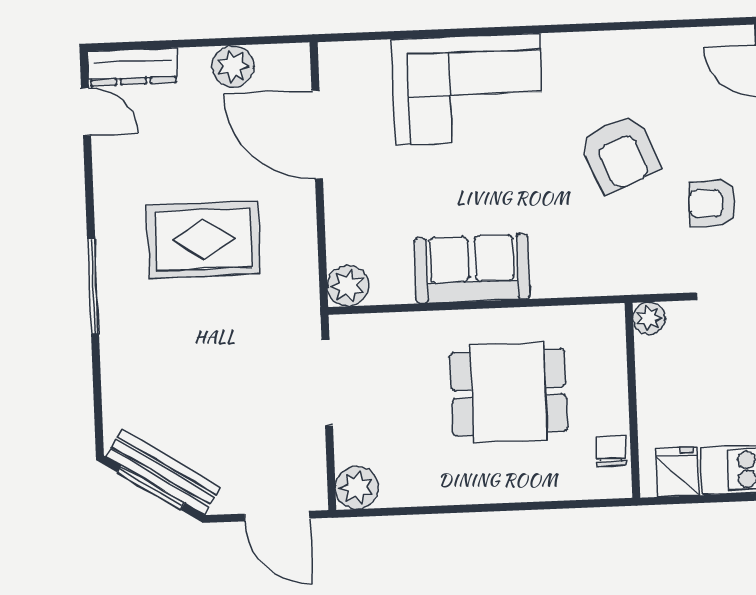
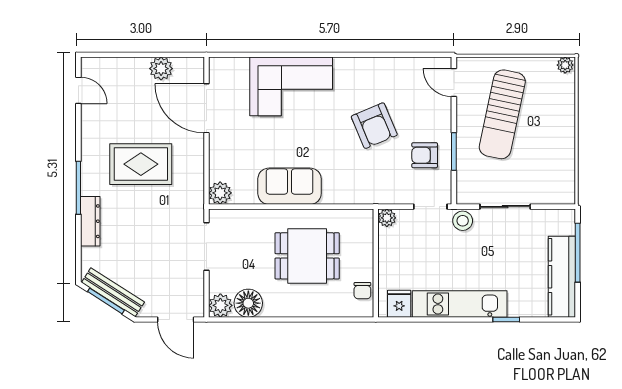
dresser: (133, 67) -> (90, 221), moved, turned -90
chair: (611, 451) -> (362, 291), turned 180
floor lamp: (406, 482) -> (248, 303), added

